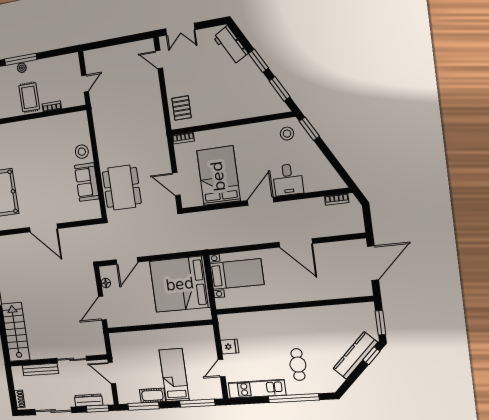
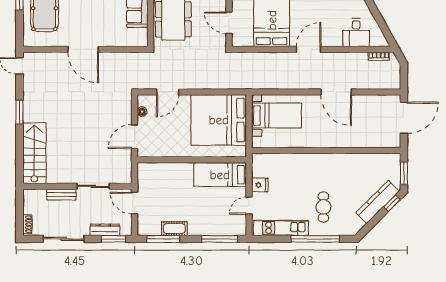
desk: (288, 180) -> (356, 33), moved
bench: (40, 370) -> (61, 195), width x0.73
bed: (174, 375) -> (220, 175), moved, turned -90

